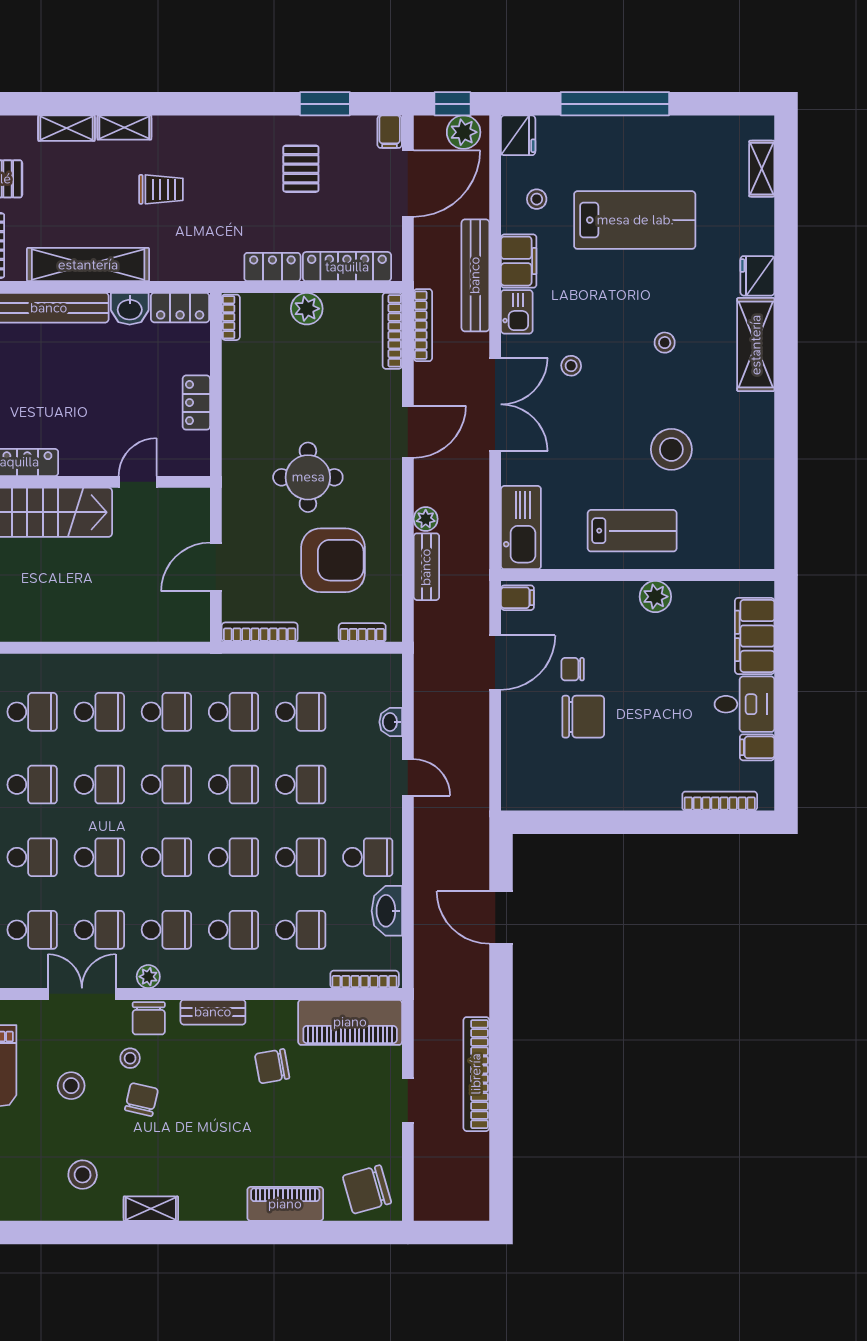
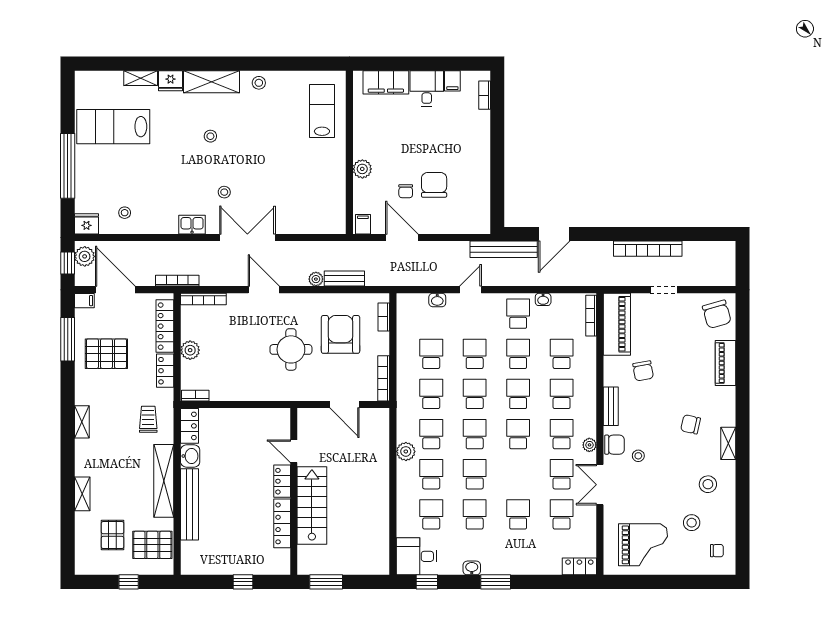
window: (325, 104) -> (68, 339), width x1.44
shelving: (124, 128) -> (82, 422), moved
pallet: (301, 169) -> (106, 354), width x1.50, depth x1.42
shelving: (762, 169) -> (141, 78), moved
trolley: (161, 189) -> (148, 419), moved
lab bench: (635, 220) -> (113, 127), moved, turned -90
filing cabinet: (519, 261) -> (162, 223), removed
bench: (475, 275) -> (504, 249), moved
bookcase: (423, 325) -> (177, 281), moved
locker: (196, 403) -> (282, 481), moved, turned 90
stool: (671, 449) -> (259, 83), moved, width x0.53, depth x0.53
kitchen sink: (521, 528) -> (321, 222), removed
lab bench: (632, 531) -> (322, 111), moved
plant: (655, 597) -> (362, 169), moved
plant: (137, 669) -> (406, 451), added
bookcase: (720, 801) -> (485, 95), width x0.64
school desk: (99, 857) -> (518, 474), removed
washbasin: (387, 911) -> (543, 299), width x0.52, depth x0.69
stool: (71, 1086) -> (692, 523), moved
chair: (141, 1099) -> (691, 424), moved

